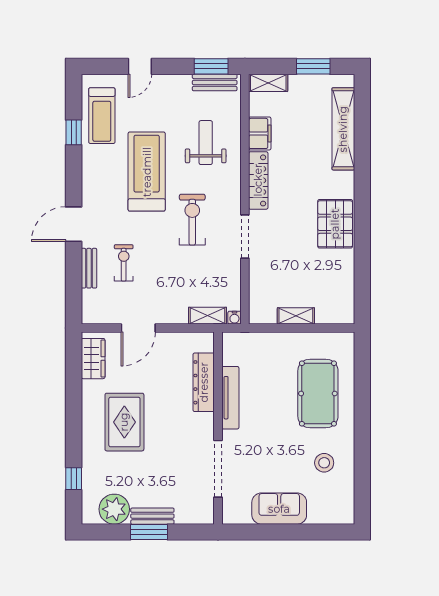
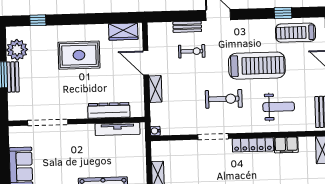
shelving: (207, 316) -> (155, 89), moved
tv unit: (230, 398) -> (117, 129), moved

